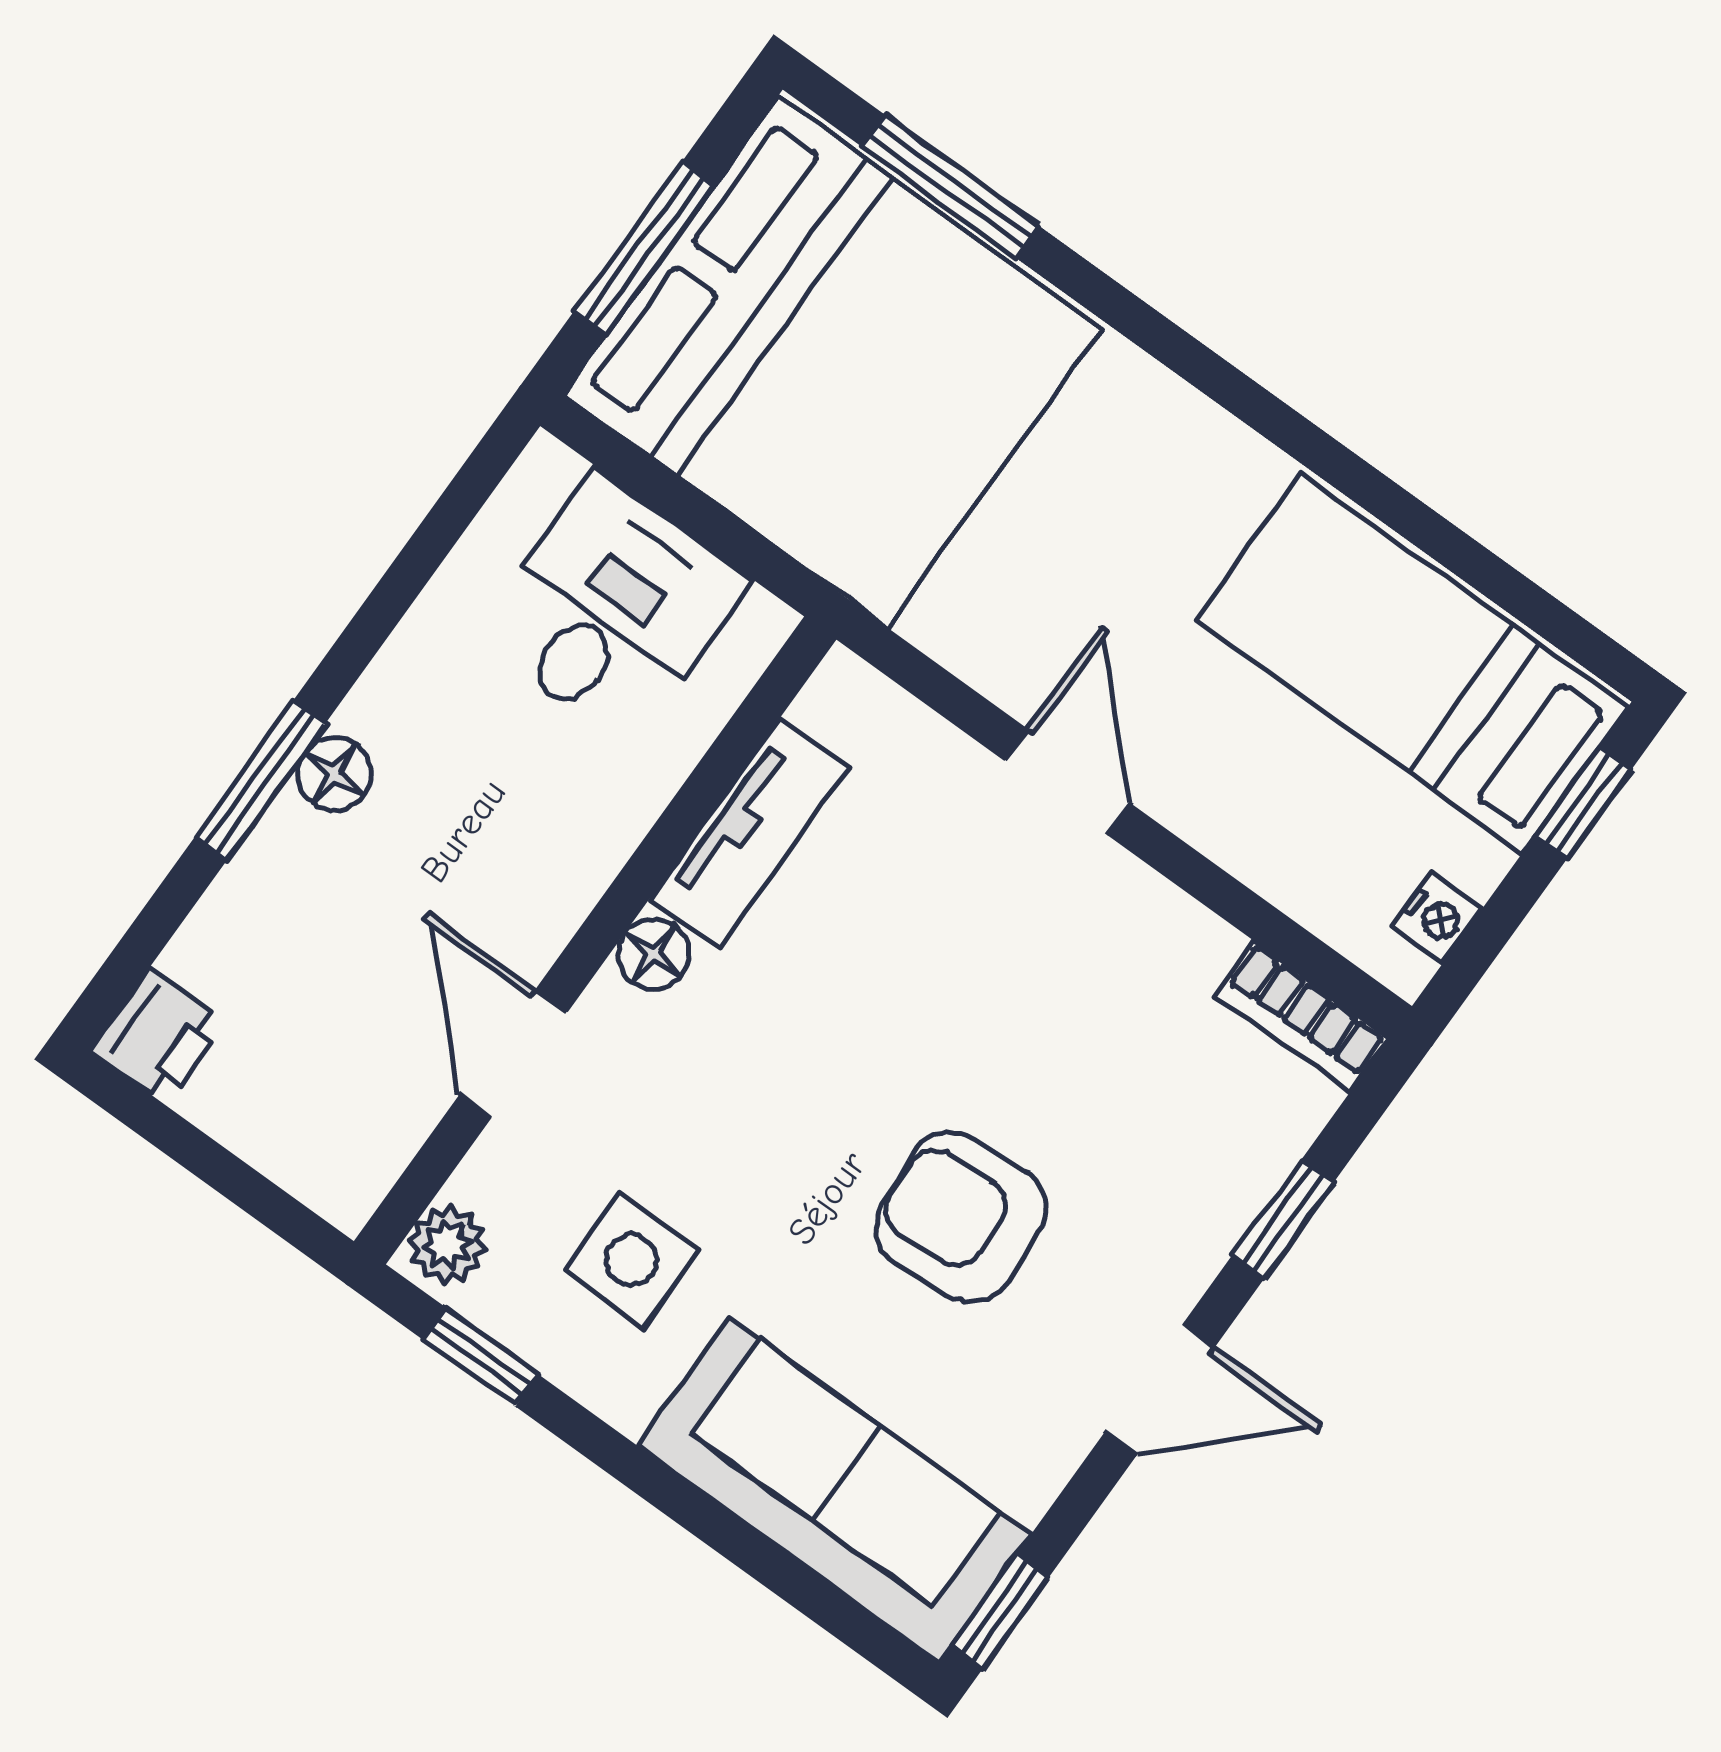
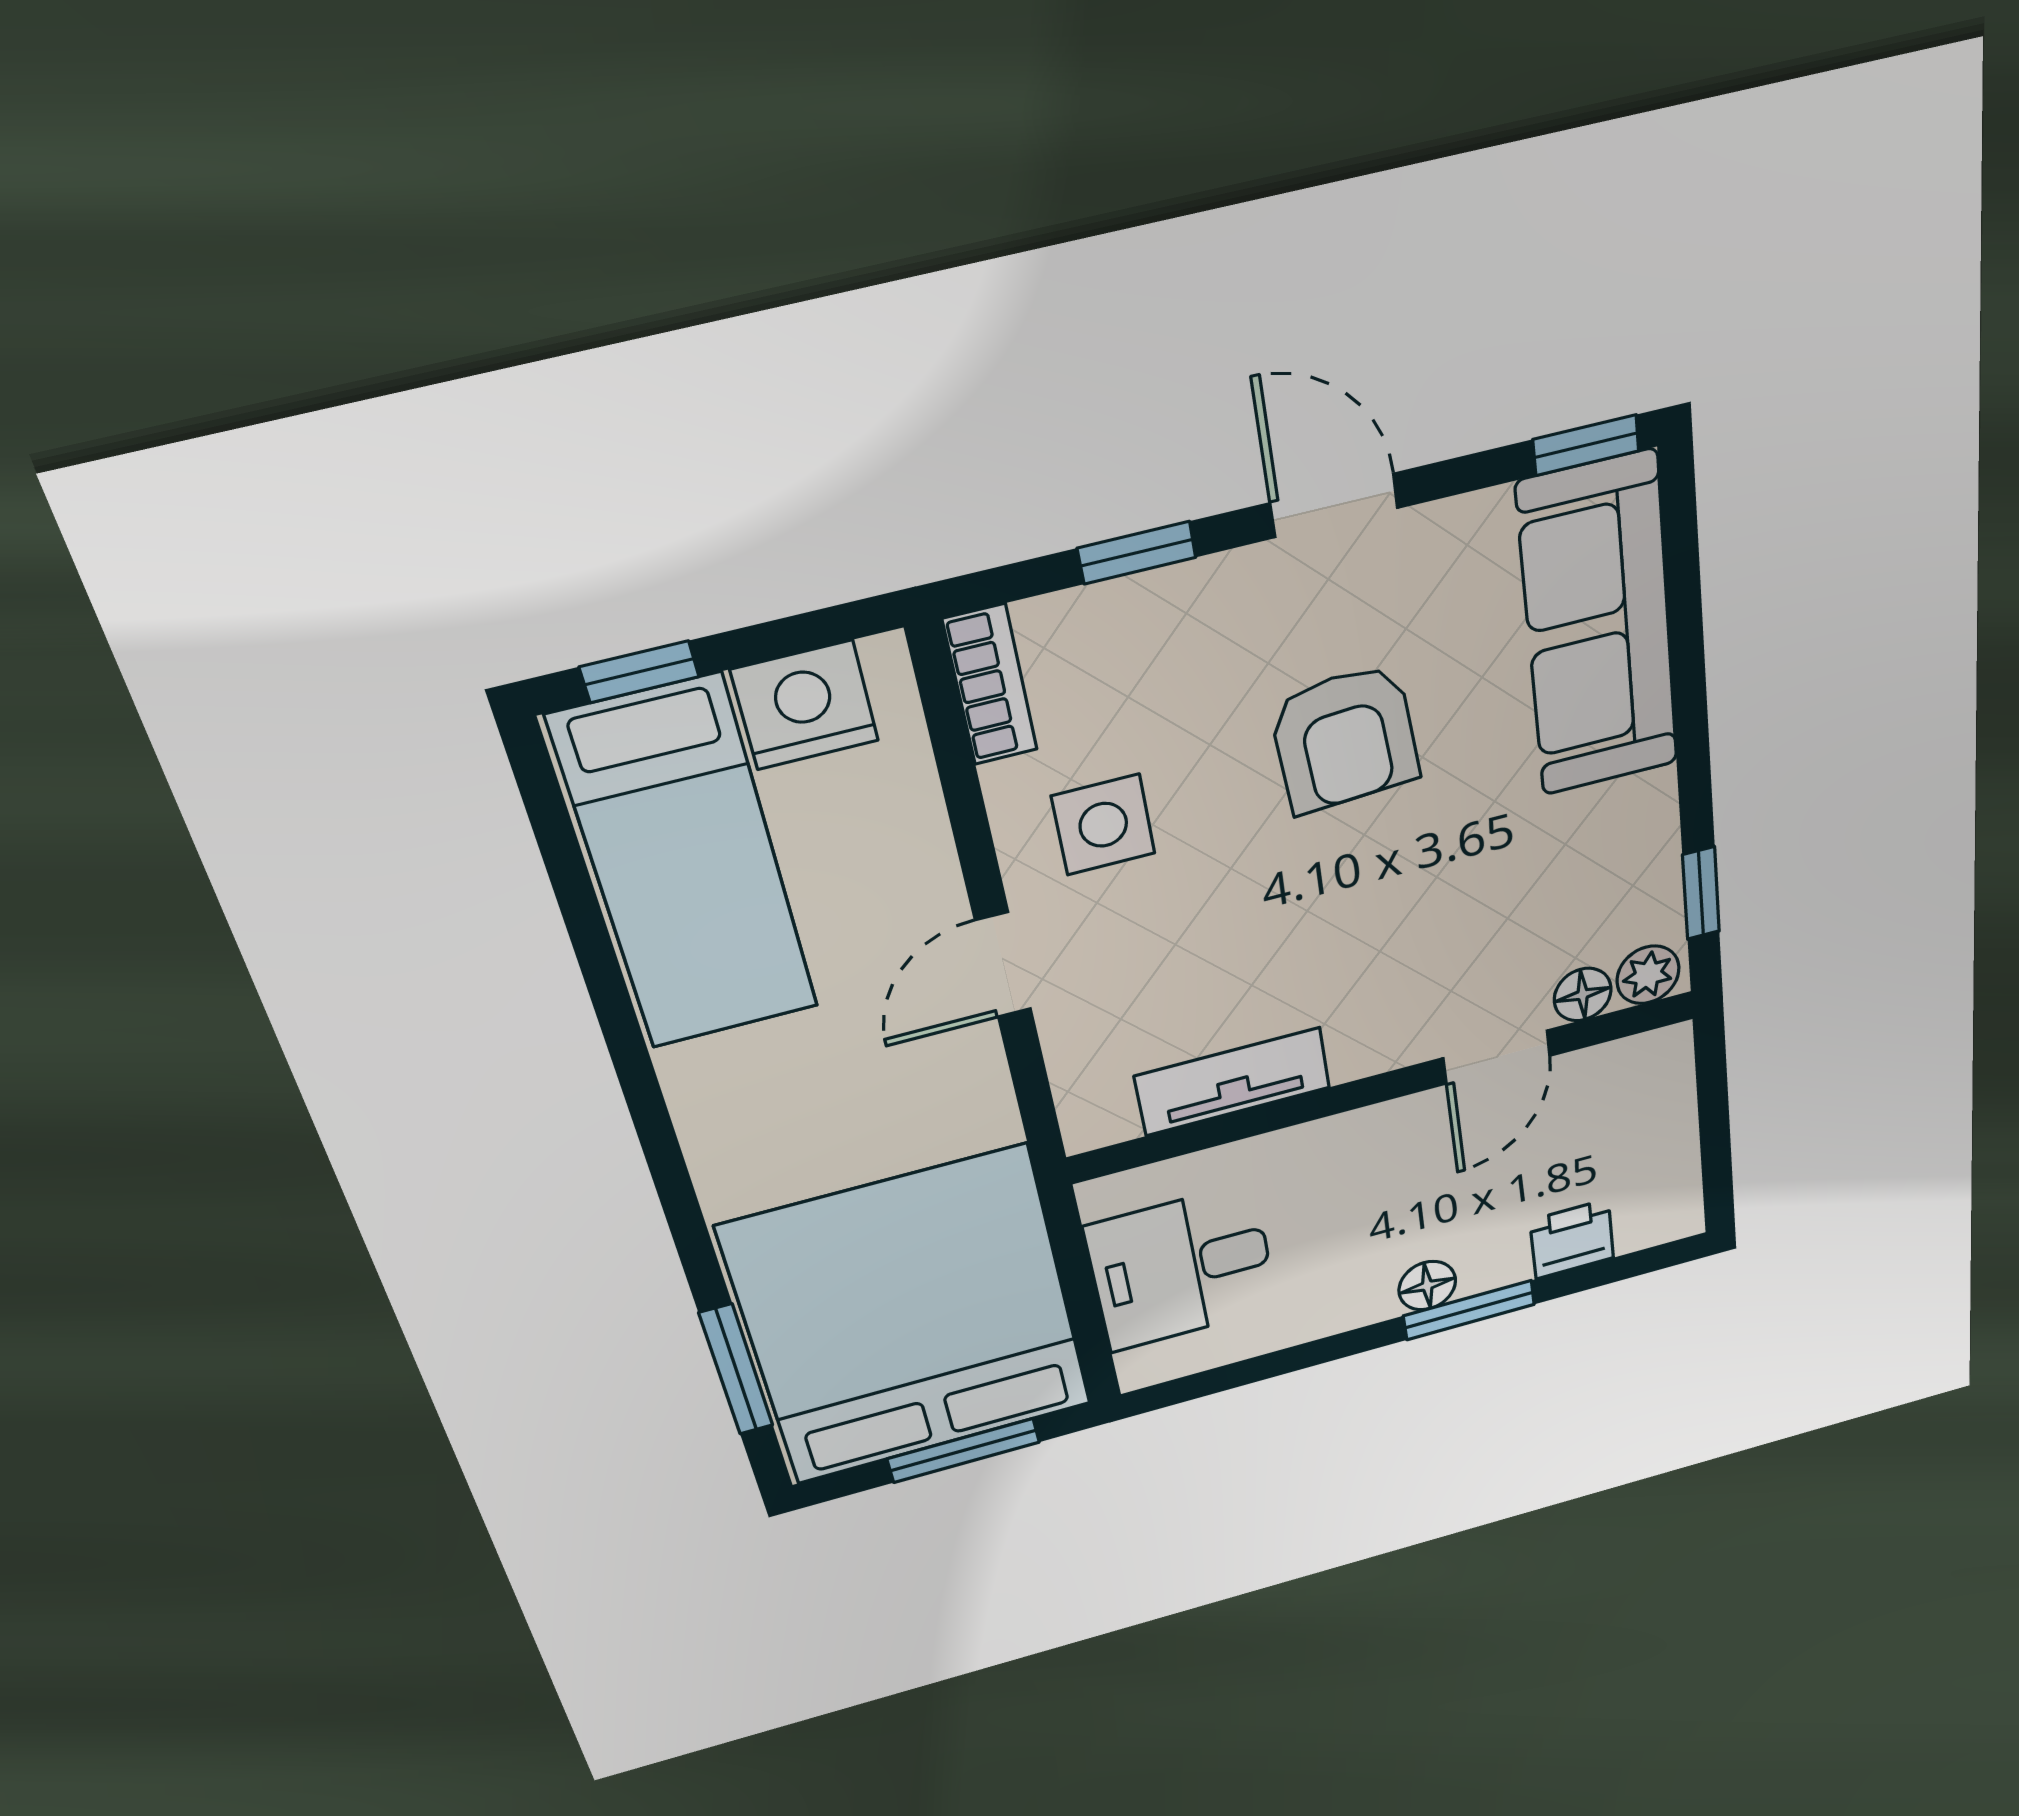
nightstand: (1437, 918) -> (805, 705), width x1.89, depth x1.79
floor lamp: (653, 954) -> (1583, 995), moved
printer: (158, 1036) -> (1572, 1239), moved
side table: (631, 1260) -> (1103, 825), moved

